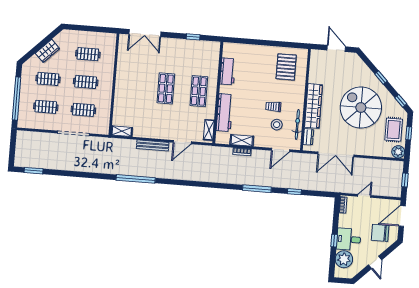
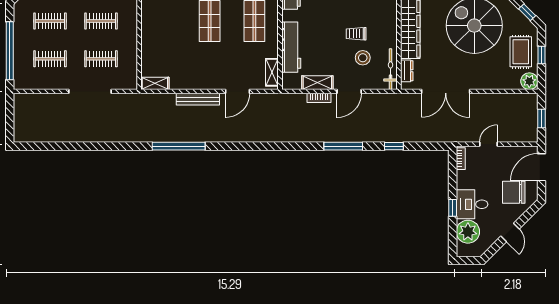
bicycle: (297, 124) -> (391, 69), moved
door: (281, 150) -> (349, 91), moved
window: (34, 171) -> (40, 146), removed

